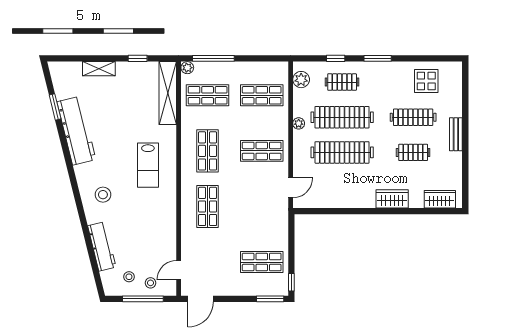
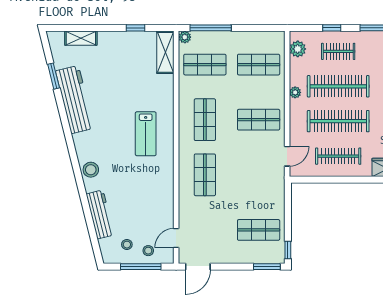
shelving: (99, 69) -> (81, 38), moved
shelving: (168, 93) -> (165, 52), width x0.68
clothes rail: (342, 188) -> (338, 156), added
stool: (103, 195) -> (91, 170), moved

